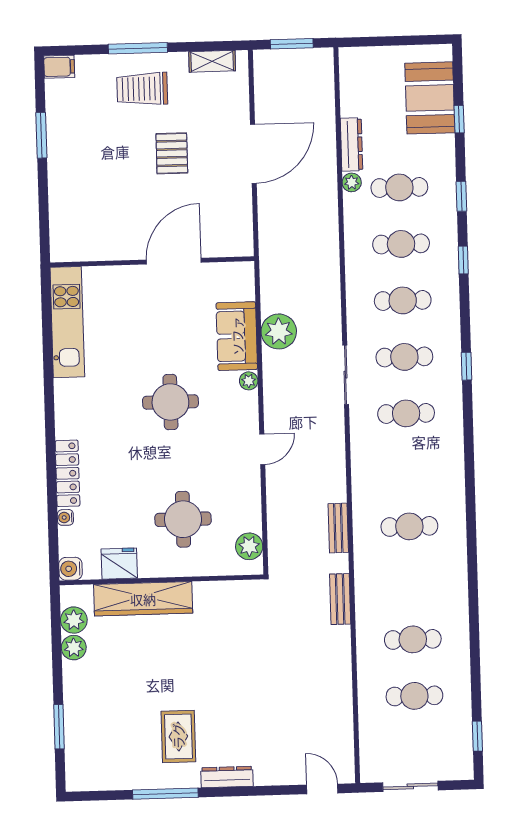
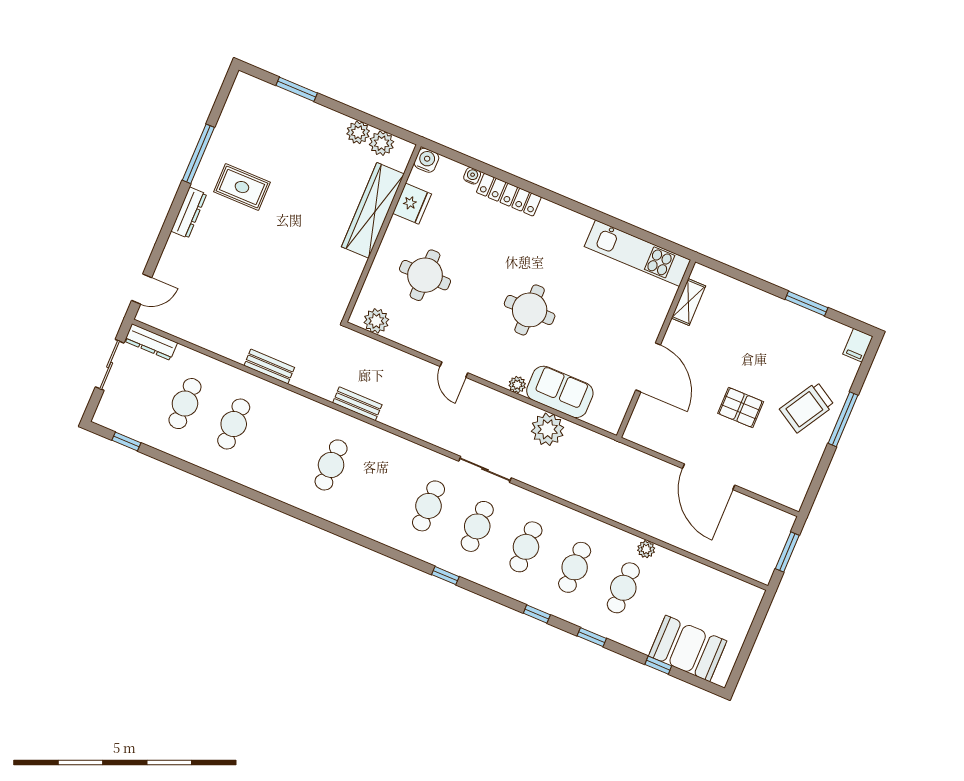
shelving: (212, 61) -> (688, 302), moved
trolley: (142, 89) -> (807, 407), turned -149
dresser: (351, 144) -> (151, 342), moved
bench: (340, 599) -> (269, 367), moved

